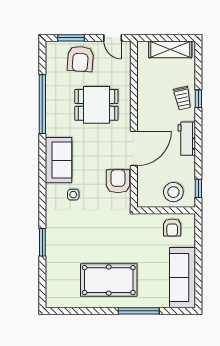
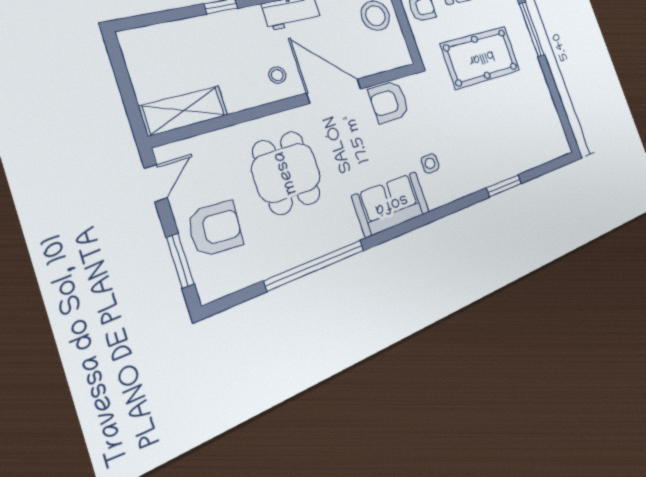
shelving: (170, 49) -> (184, 111), moved, turned 90
trolley: (182, 98) -> (228, 32), removed
stool: (152, 118) -> (277, 75), added
pool table: (109, 280) -> (481, 57), moved, turned 90

